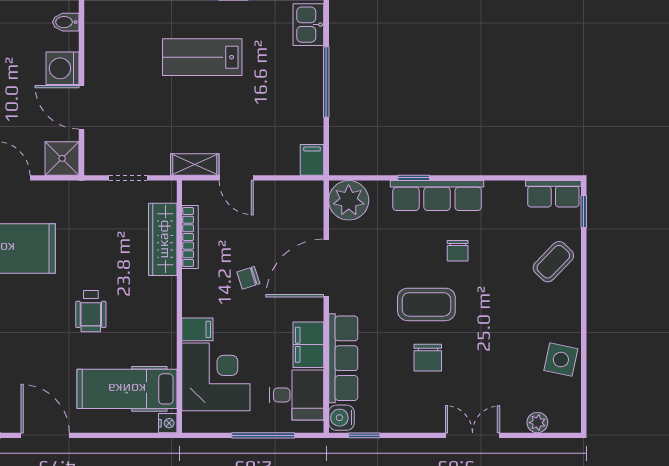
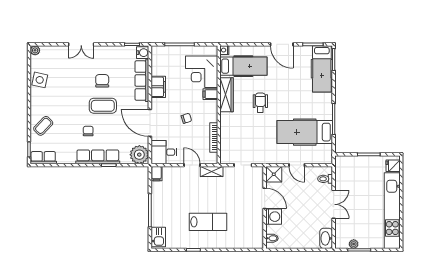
wardrobe: (163, 239) -> (227, 95), moved
door: (326, 268) -> (150, 123), swing flipped
desk: (296, 395) -> (164, 152), moved
plant: (537, 423) -> (35, 50), moved

